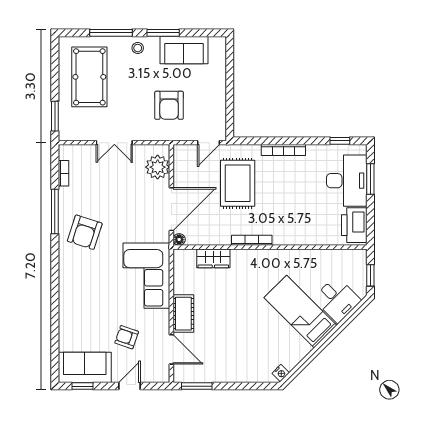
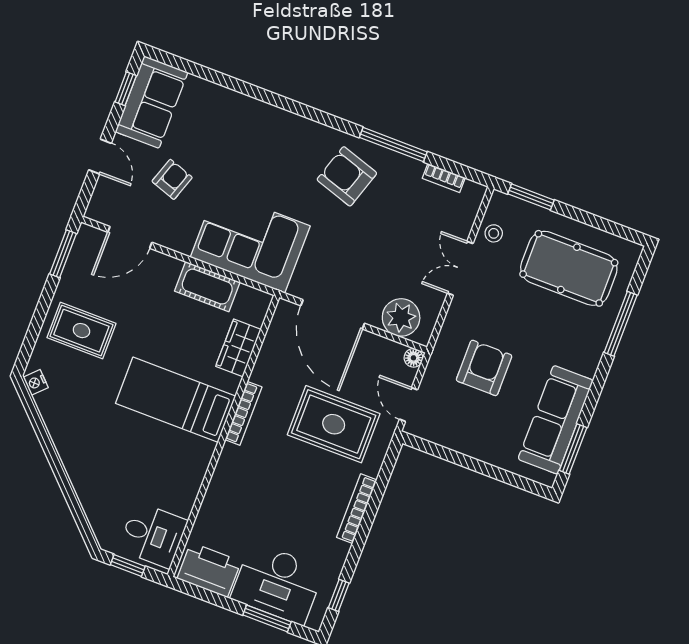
window: (163, 33) -> (573, 449), moved
stool: (138, 48) -> (494, 233), moved
sofa: (184, 50) -> (556, 420), width x1.36
armchair: (169, 105) -> (484, 368), turned 90
floor lamp: (179, 239) -> (413, 358), moved
desk: (337, 300) -> (153, 535), moved, turned -135
bed: (300, 312) -> (176, 400), moved, turned -135
cot: (183, 314) -> (207, 287), moved
rug: (239, 357) -> (81, 331), added

